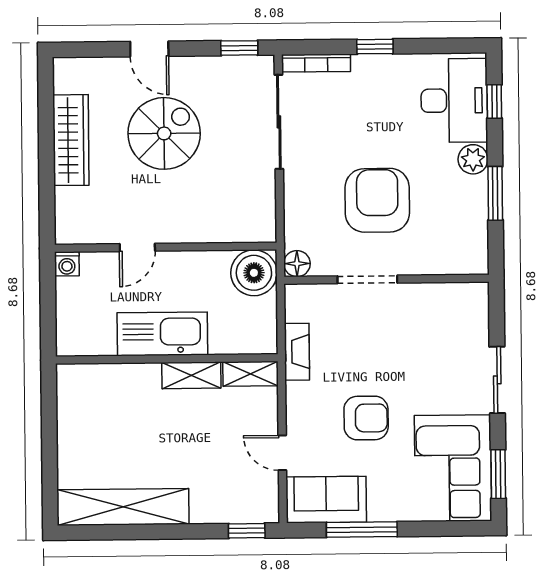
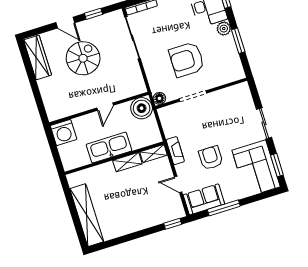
window: (239, 48) -> (93, 14), moved
wardrobe: (71, 140) -> (37, 57), moved
armchair: (377, 200) -> (187, 60), turned -90
door: (137, 247) -> (105, 107), moved
washing machine: (67, 264) -> (64, 132), width x1.89, depth x1.89
fireplace: (297, 352) -> (175, 151), moved
armchair: (366, 418) -> (211, 158), turned -90
shelving: (123, 507) -> (87, 215), moved, turned 90

